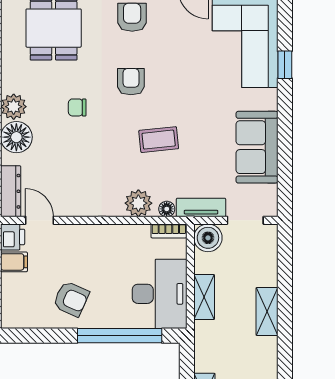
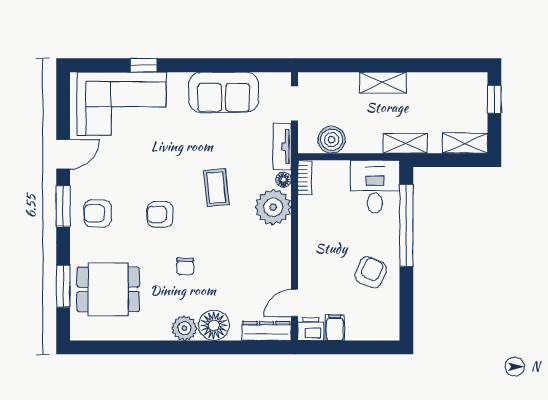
plant: (138, 203) -> (273, 207), width x1.36, depth x1.36
boiler: (208, 238) -> (332, 140), moved
desk: (160, 294) -> (375, 187), width x0.73
shelving: (204, 297) -> (405, 143), moved

